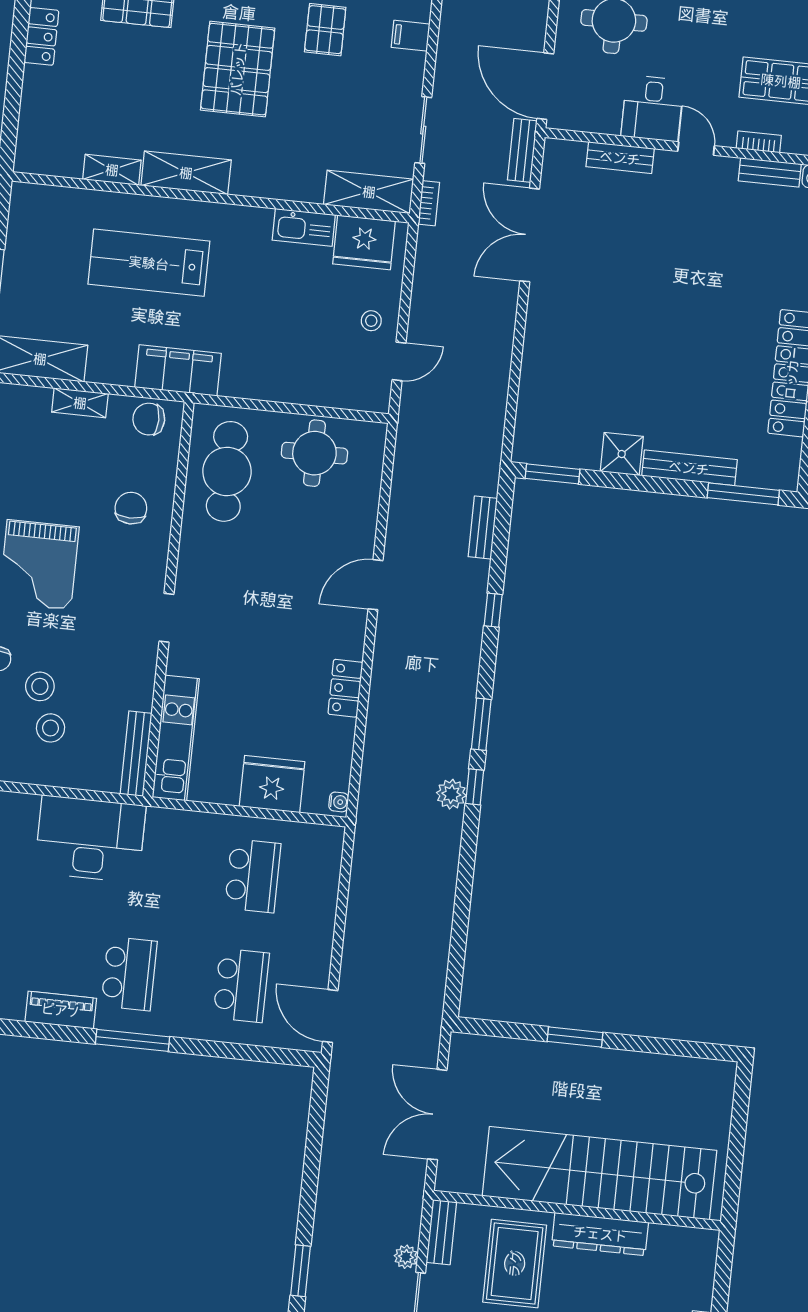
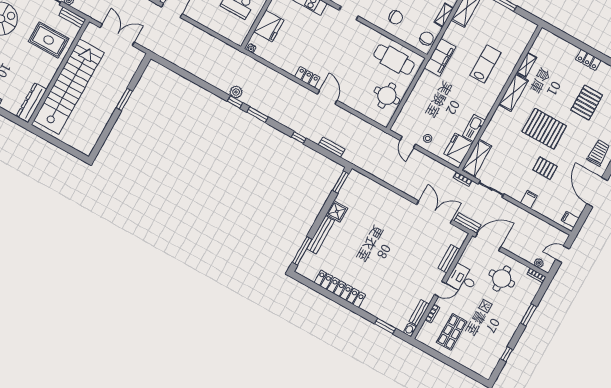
lab bench: (149, 263) -> (486, 64), width x0.73, depth x0.72
locker: (345, 688) -> (307, 77), moved
dresser: (600, 1234) -> (32, 103), moved

